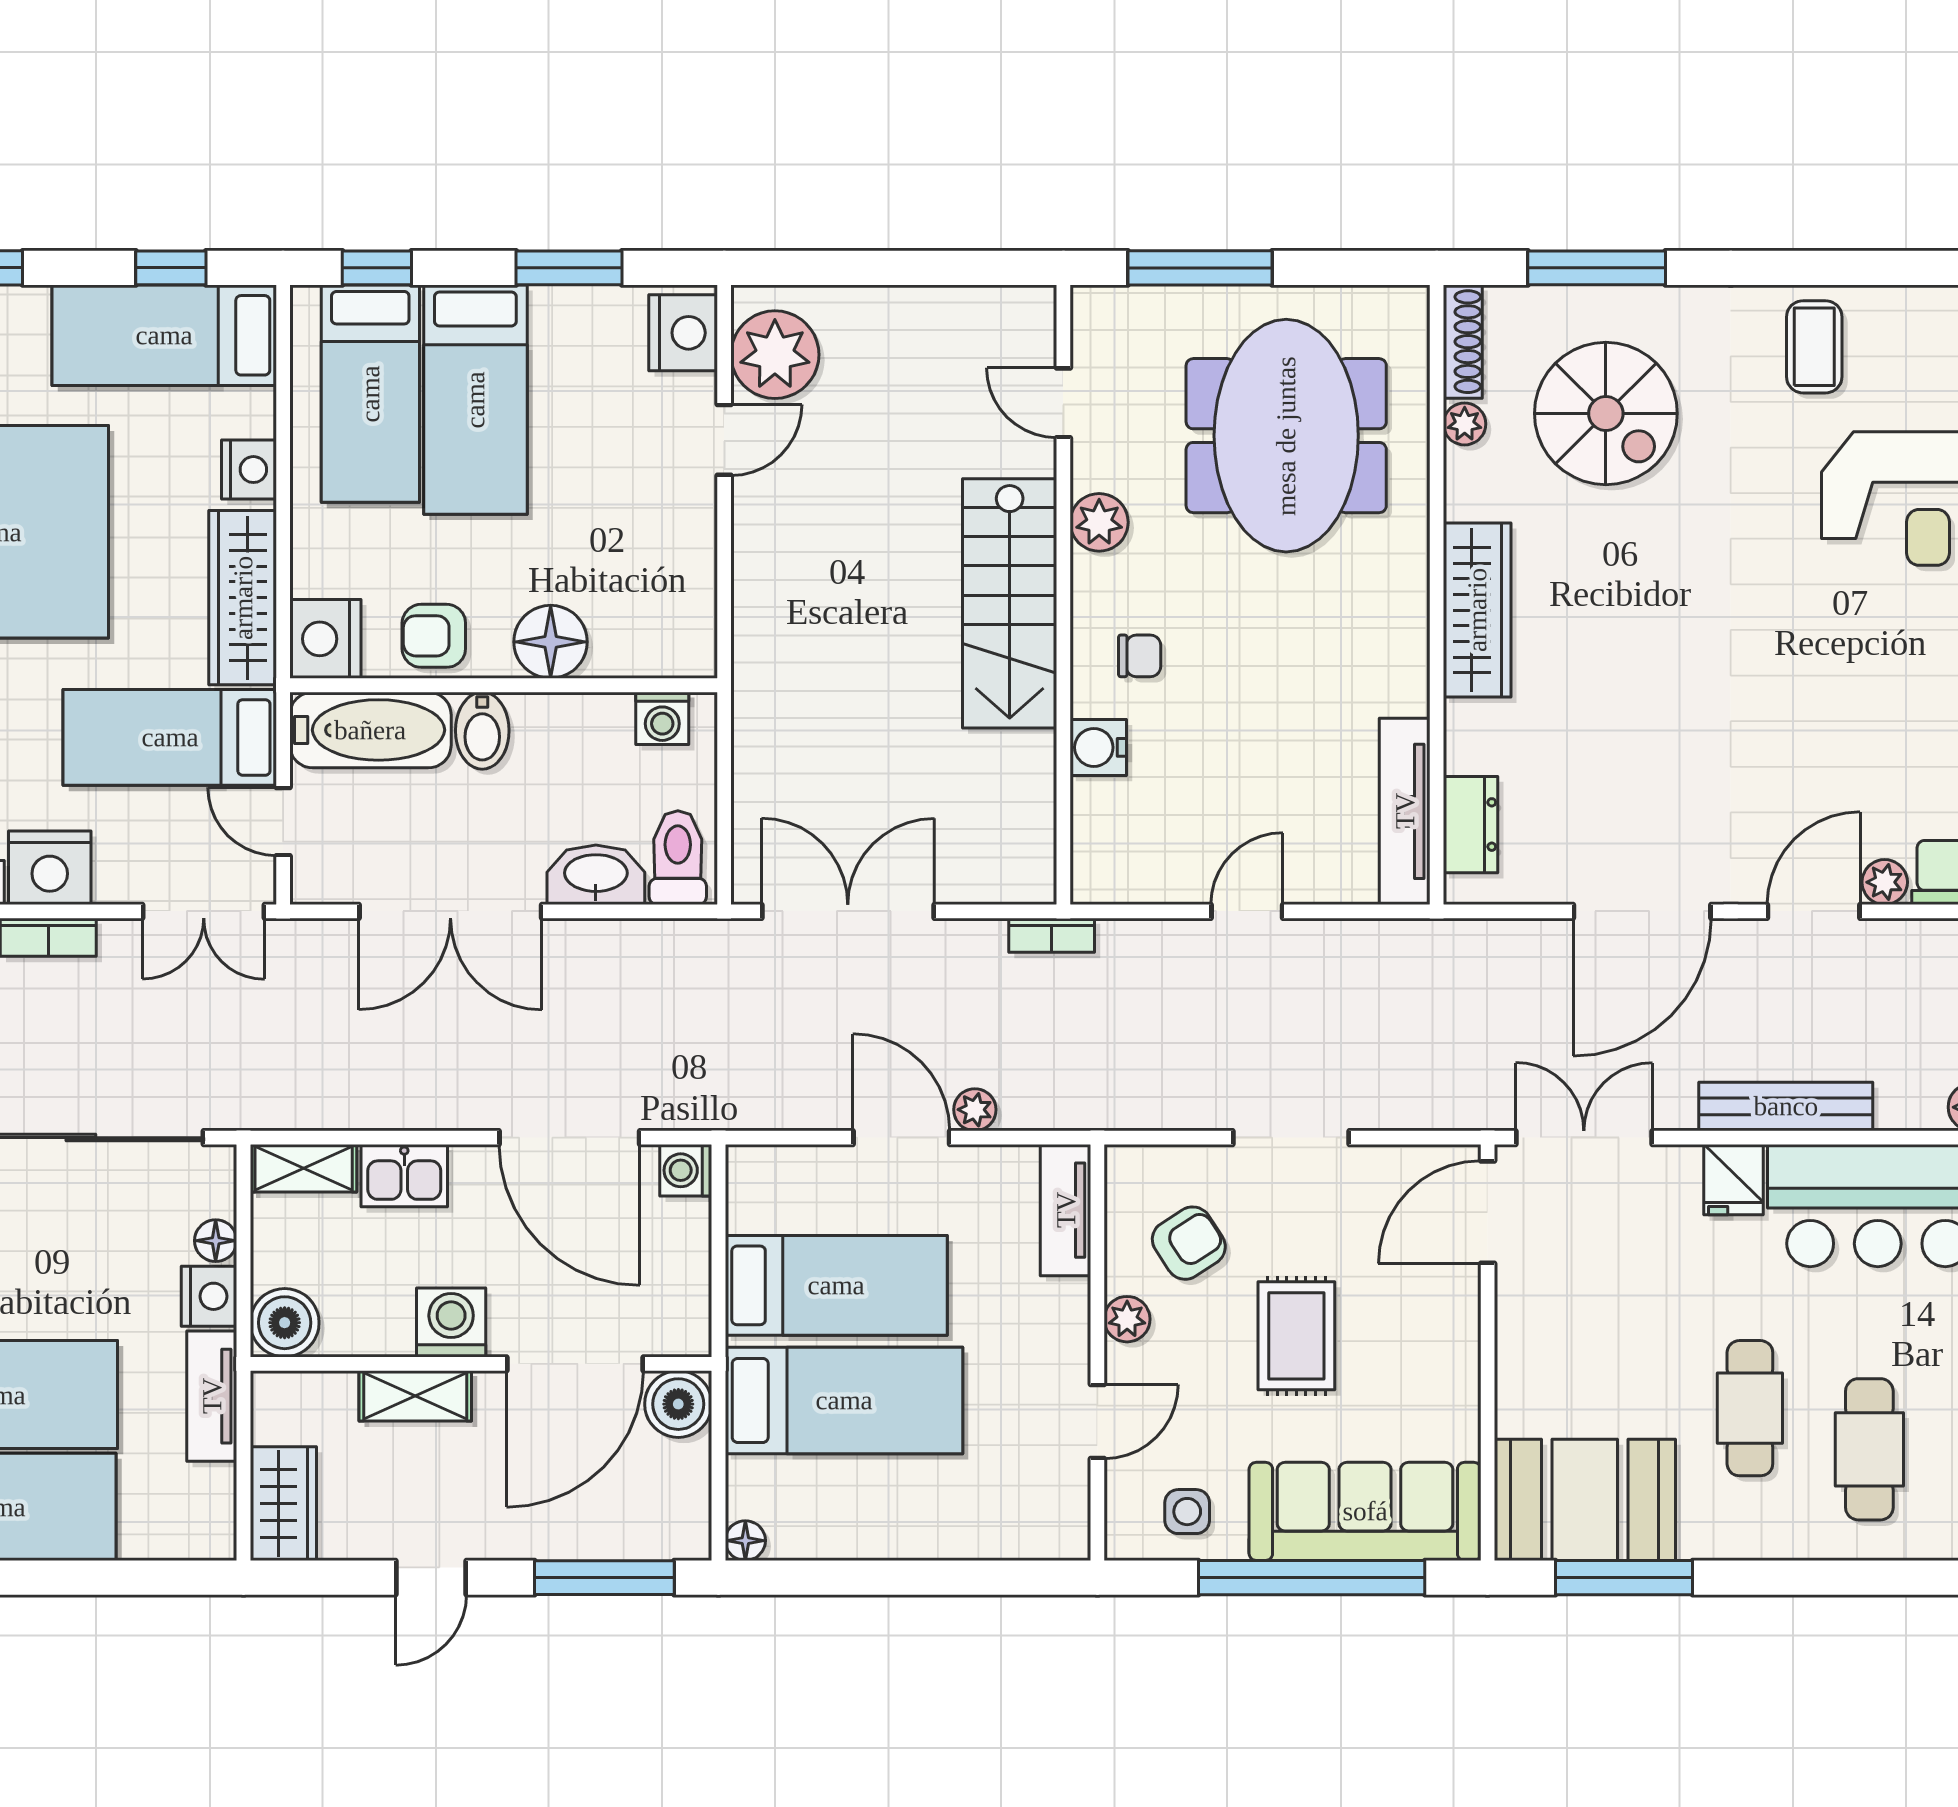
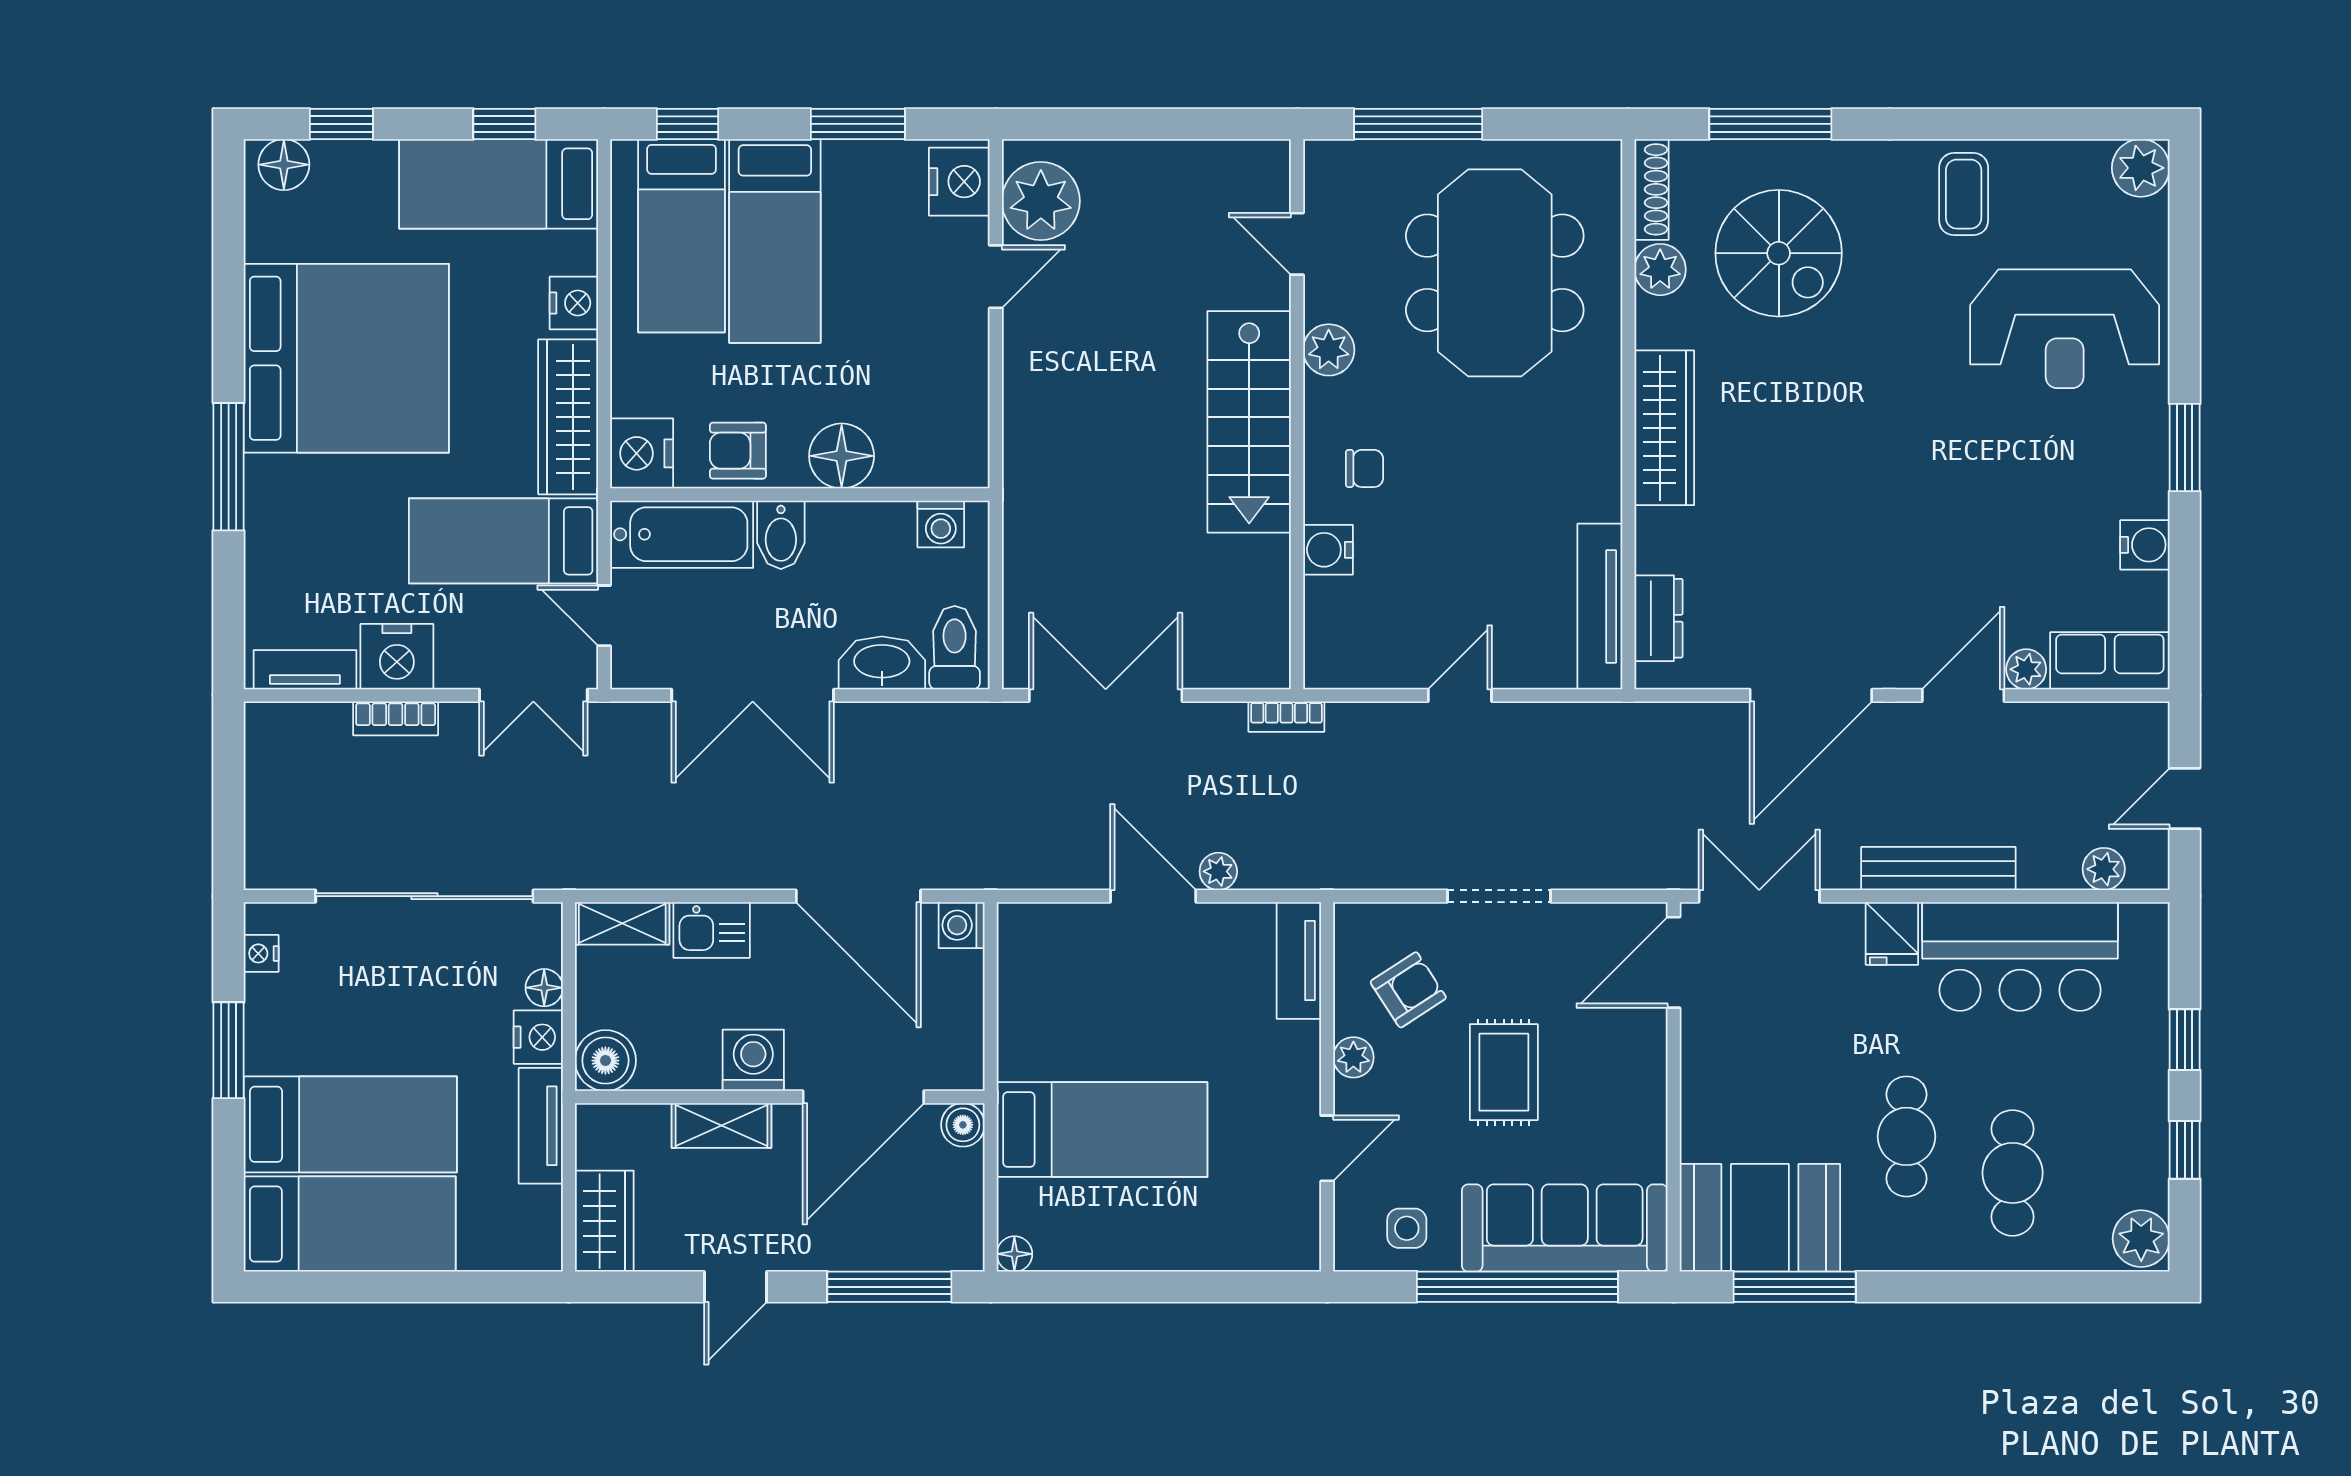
plant: (1465, 424) -> (1660, 270), width x1.38, depth x1.38
bed: (836, 1285) -> (1095, 1027), removed
boiler: (678, 1404) -> (963, 1125), width x0.73, depth x0.73

